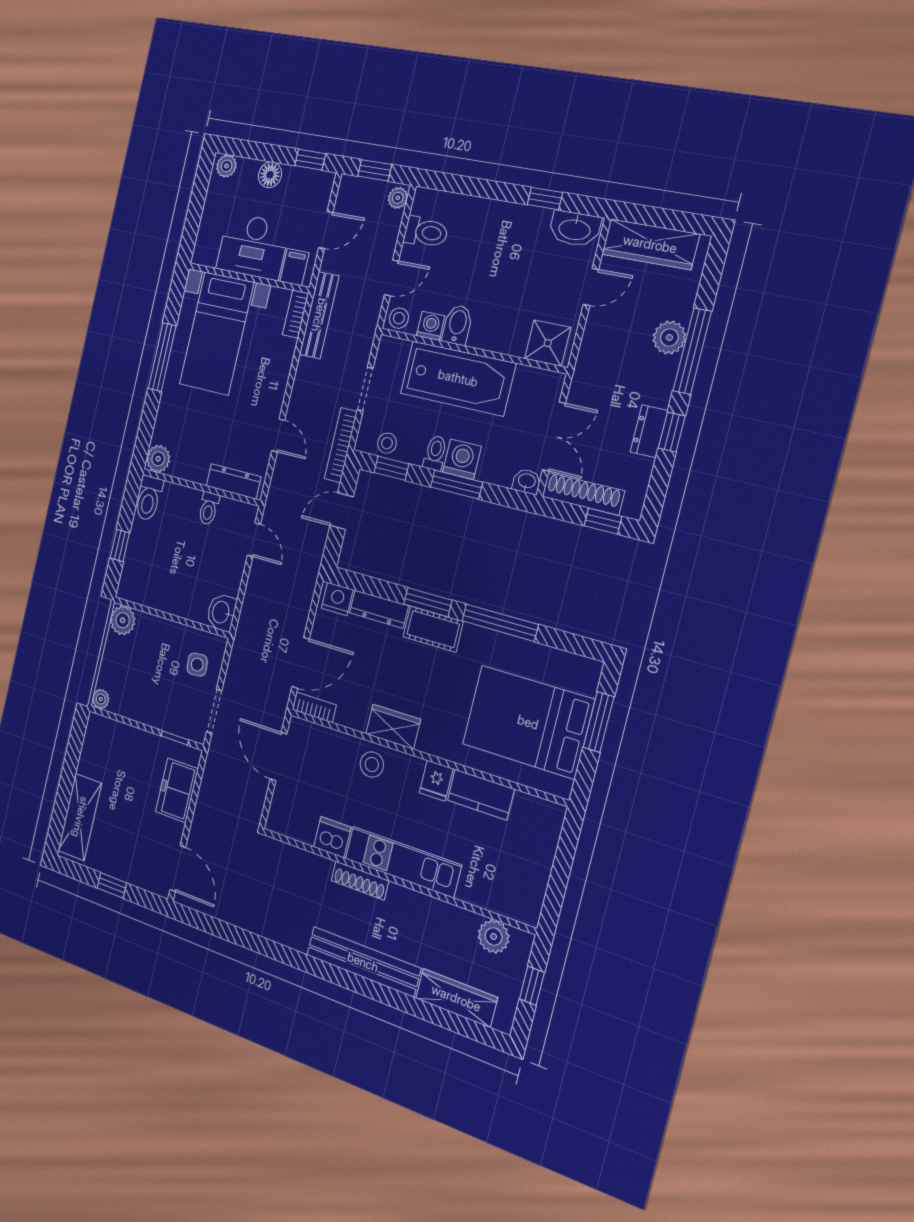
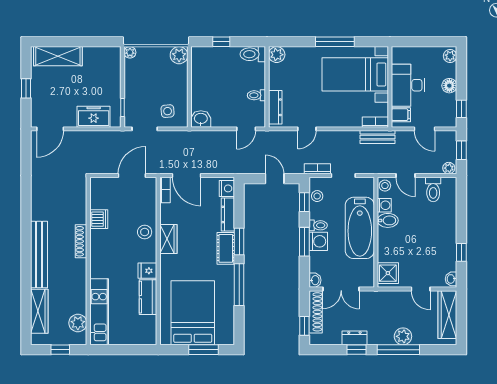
washbasin: (575, 229) -> (451, 279), width x0.52, depth x0.69
bench: (319, 315) -> (377, 137), width x0.73
bookcase: (341, 445) -> (317, 169), width x0.64
kitchen unit: (403, 862) -> (99, 312), moved

